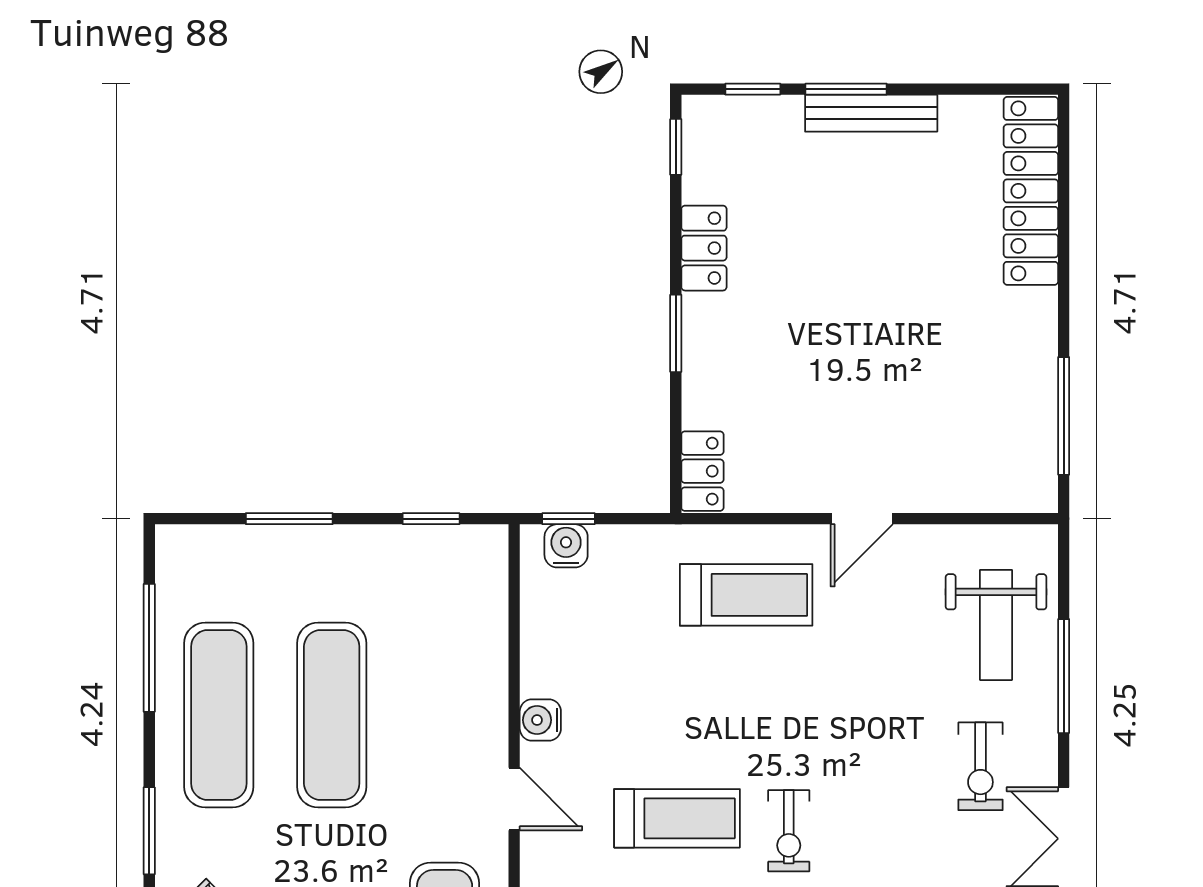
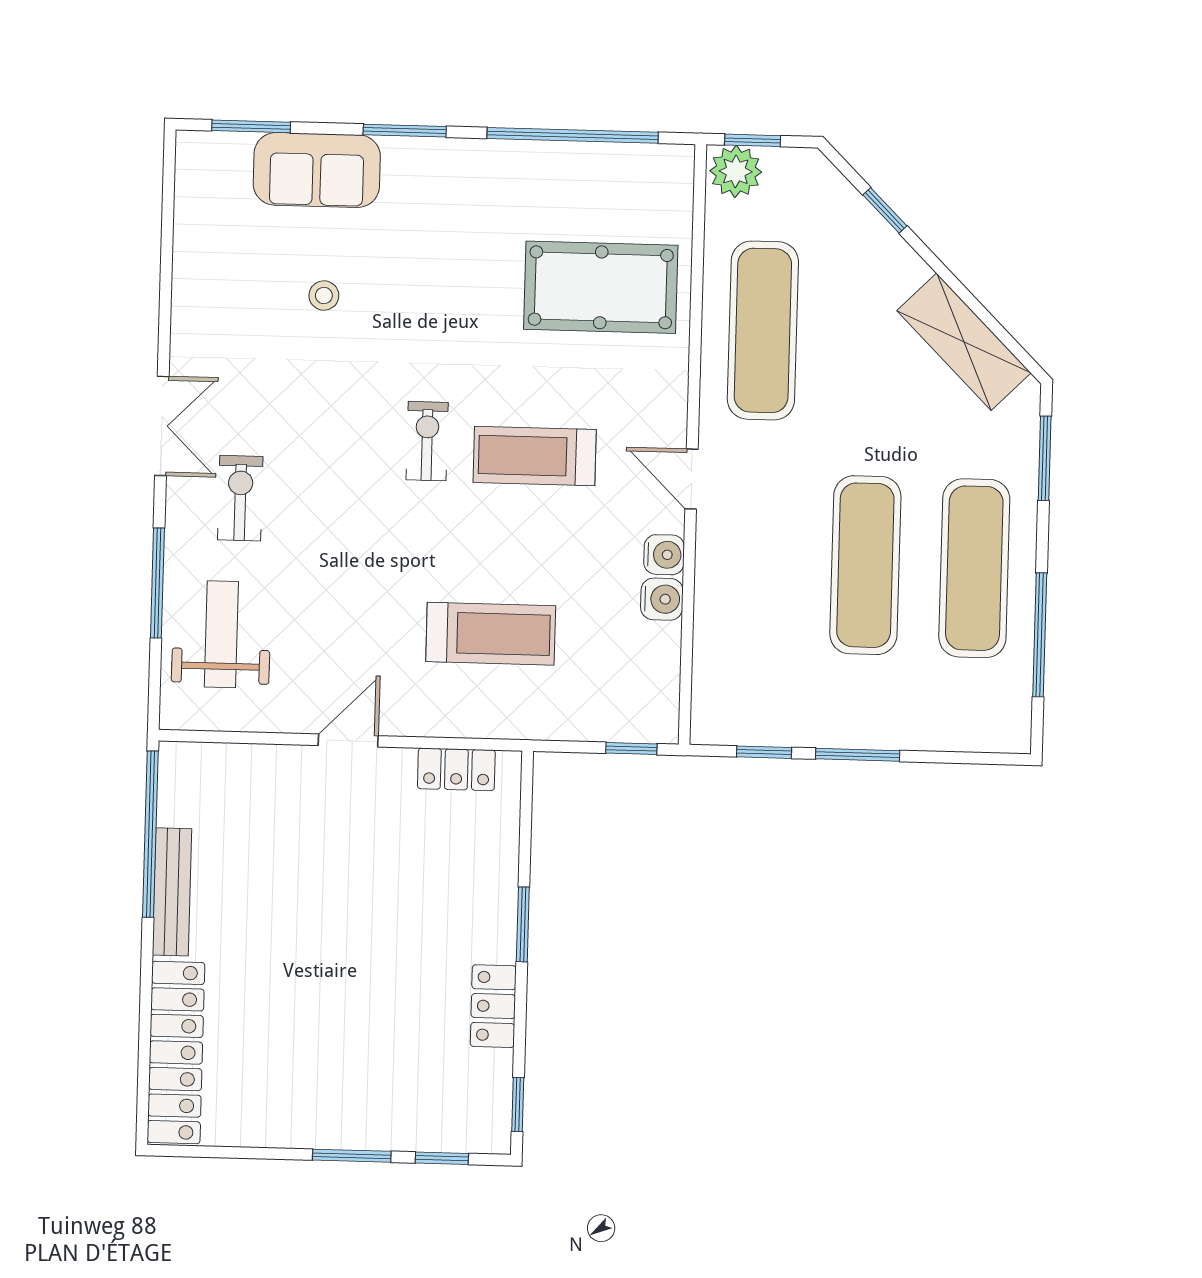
bench: (871, 113) -> (172, 892), moved, turned 90
window: (1064, 416) -> (150, 834), width x1.46
locker: (702, 471) -> (456, 769), moved, turned -90
window: (289, 519) -> (858, 755), moved
water cooler: (566, 546) -> (662, 599), moved, turned -90
treadmill: (746, 595) -> (491, 634), moved, turned 180

